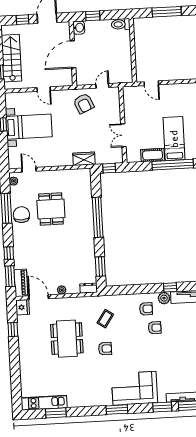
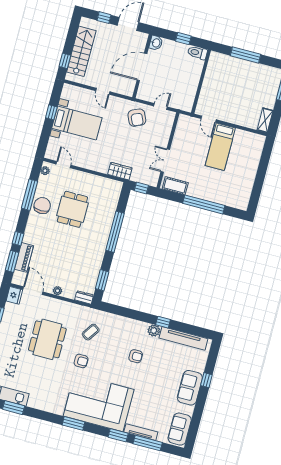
window: (93, 16) -> (183, 39), moved
bed: (174, 139) -> (220, 147), moved, turned 180
cot: (153, 155) -> (175, 186), moved
piano: (21, 283) -> (24, 257), moved
armchair: (146, 309) -> (133, 335), removed
corner sofa: (134, 388) -> (99, 403), width x1.36, depth x1.36

